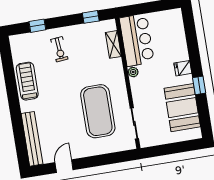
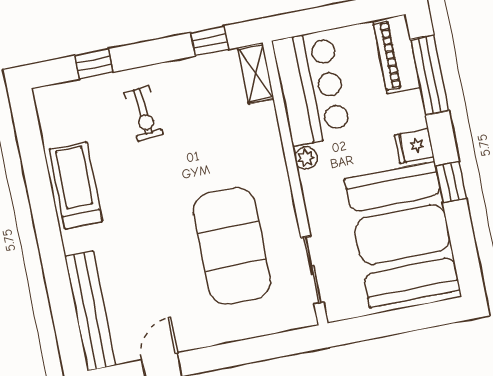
piano: (176, 26) -> (397, 54), added
window: (191, 36) -> (430, 75), added
shelving: (113, 44) -> (256, 73), moved
booth: (182, 108) -> (402, 234), width x1.36, depth x1.42

